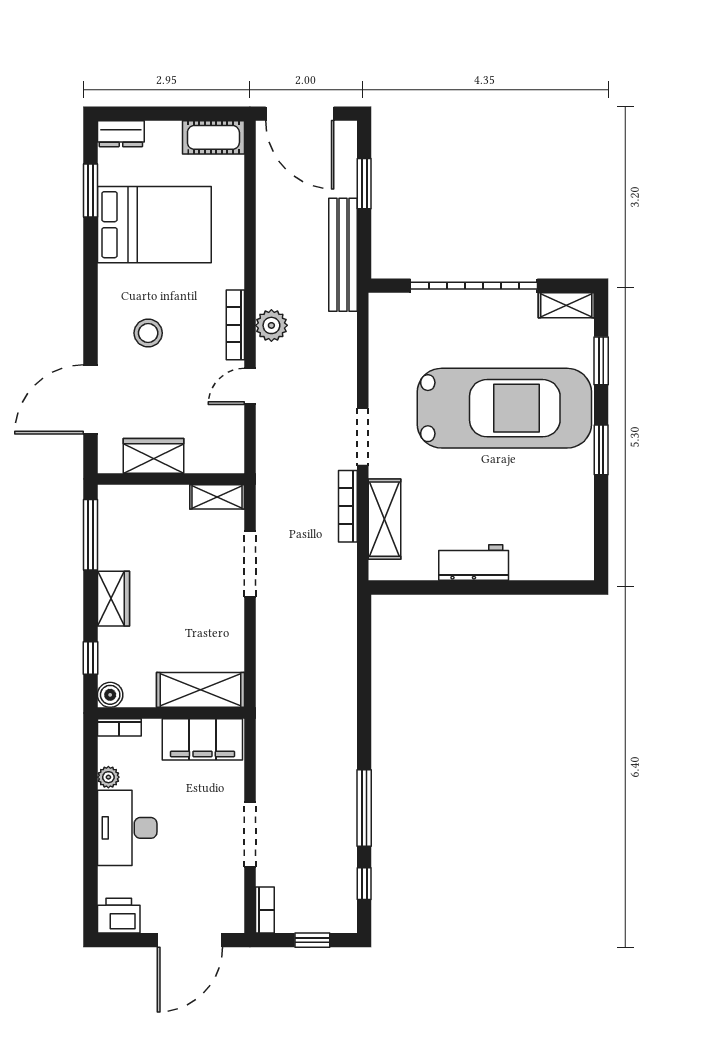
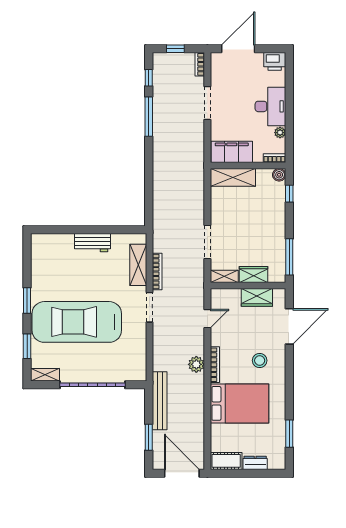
dresser: (121, 134) -> (255, 463), moved
bed: (154, 225) -> (239, 403), moved, turned 180
door: (250, 386) -> (207, 319), moved
wardrobe: (113, 599) -> (253, 275), moved, turned 90

